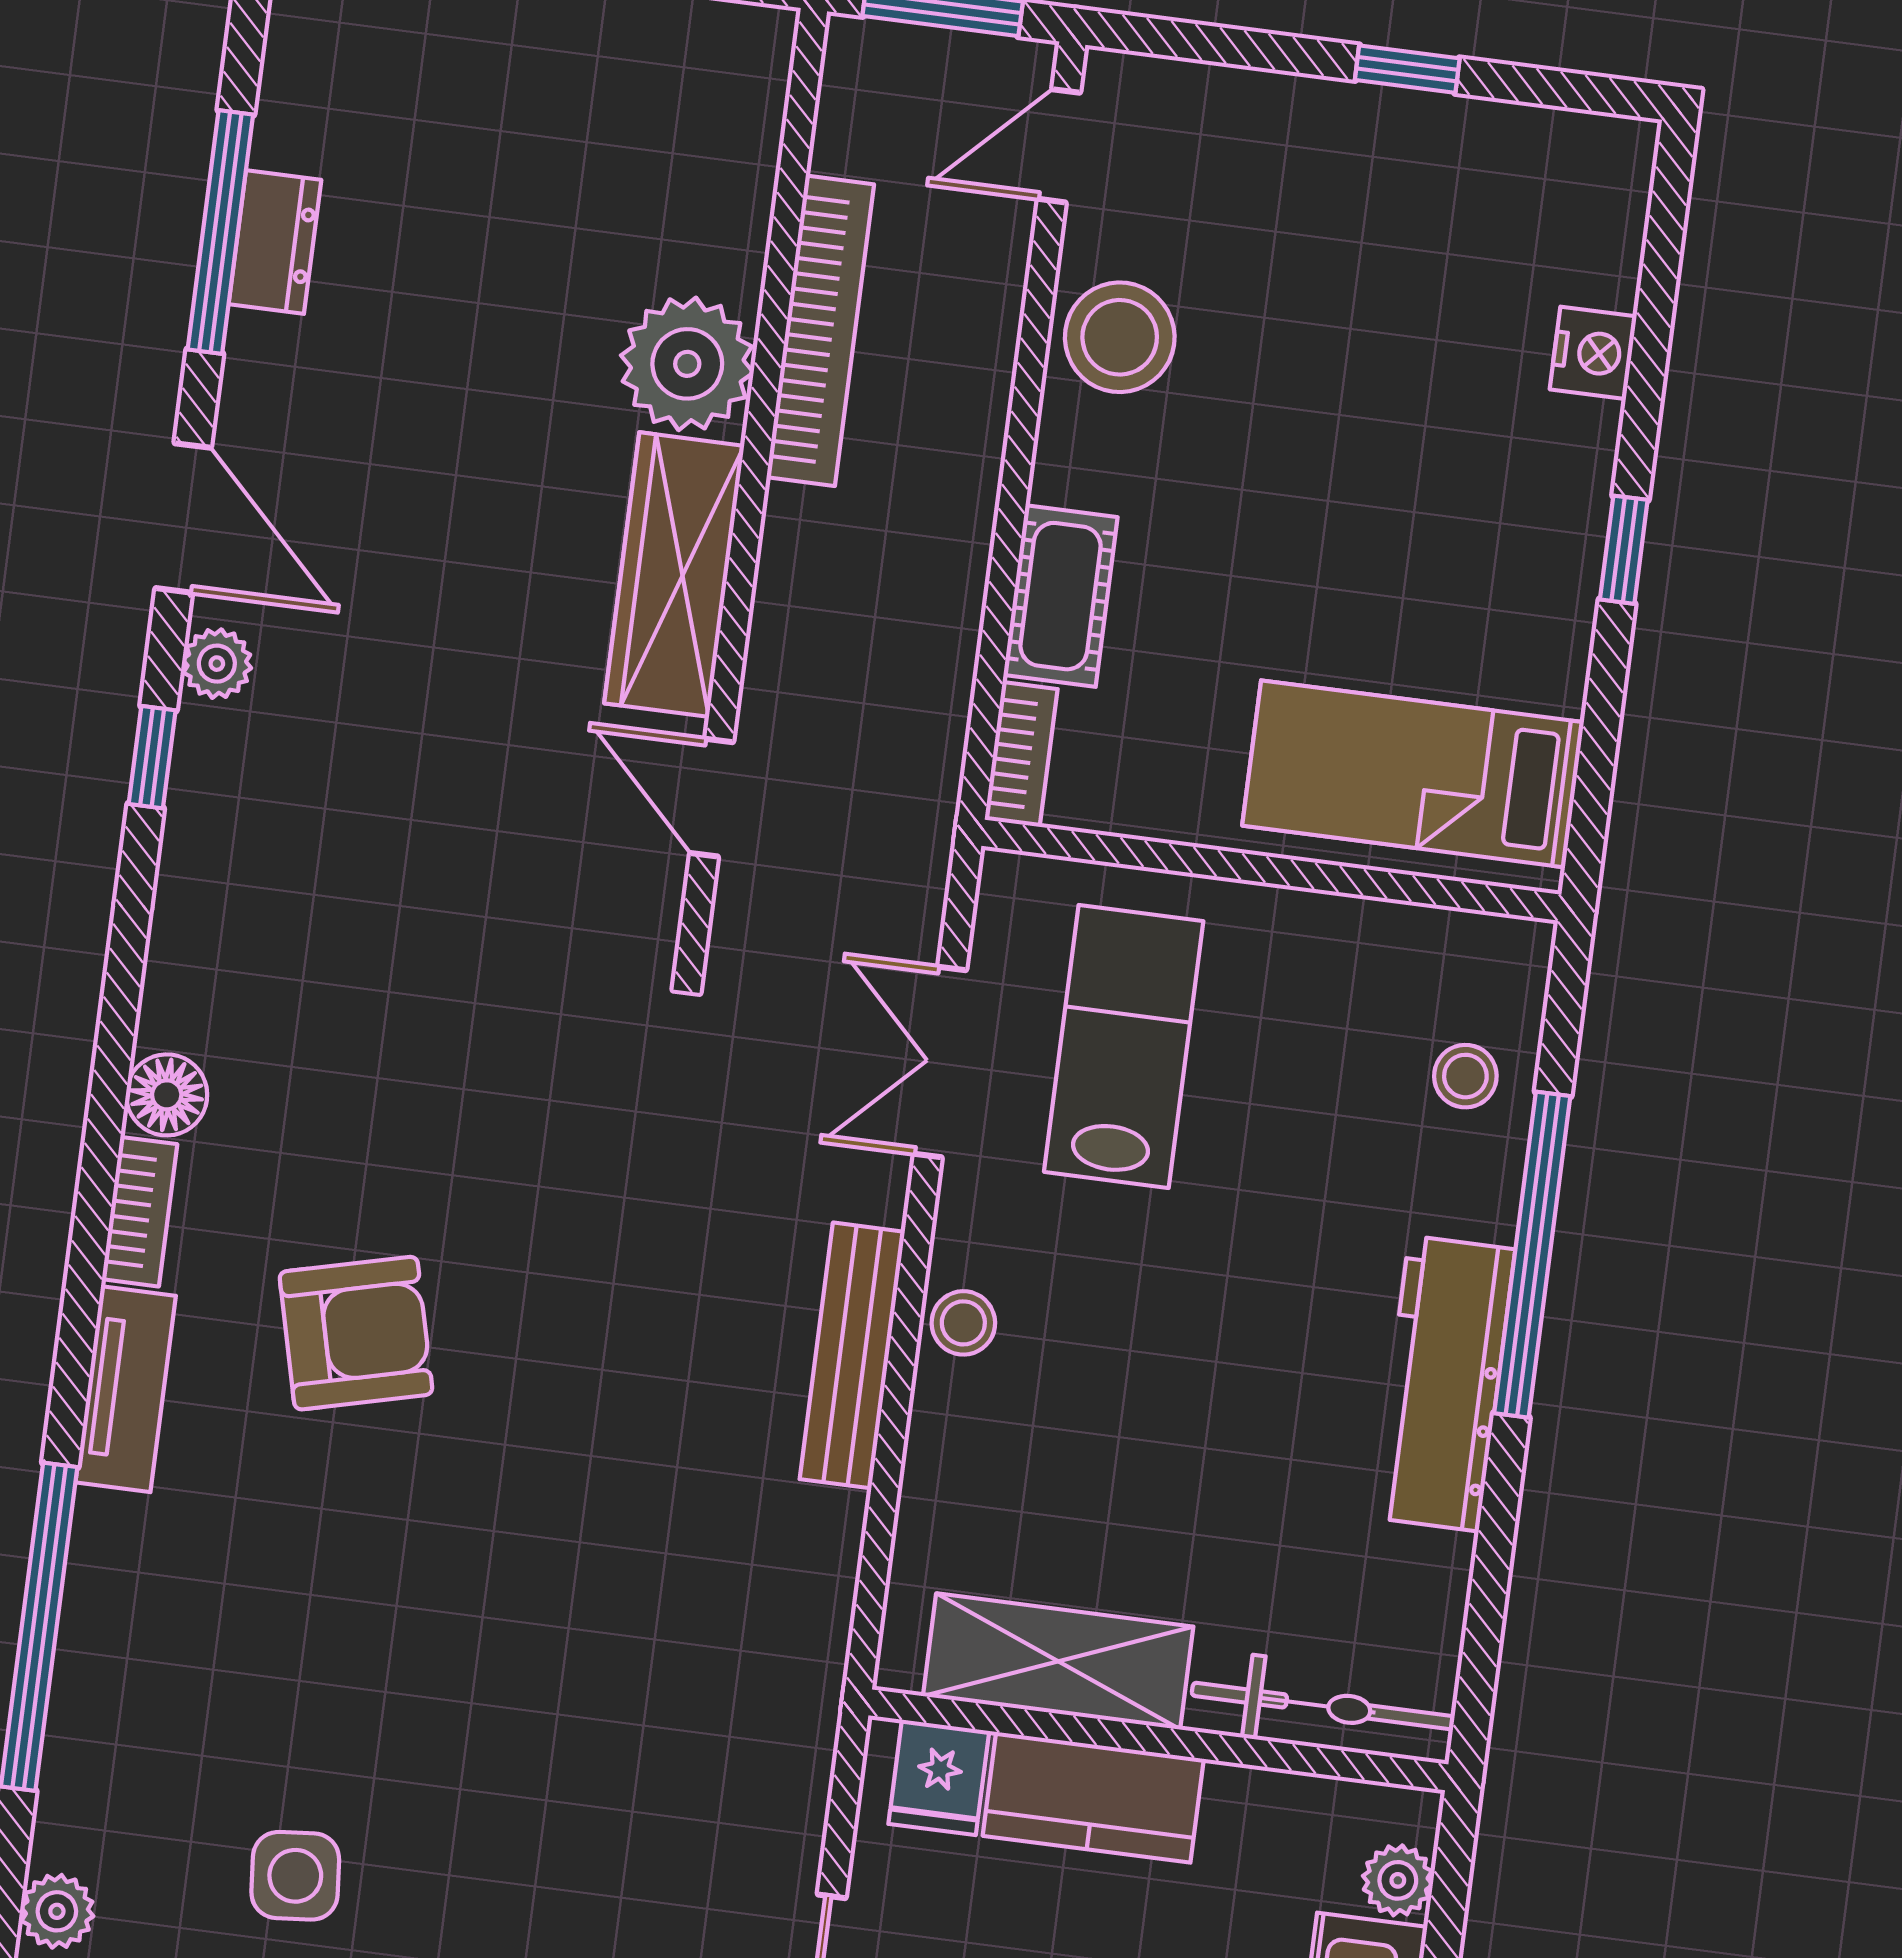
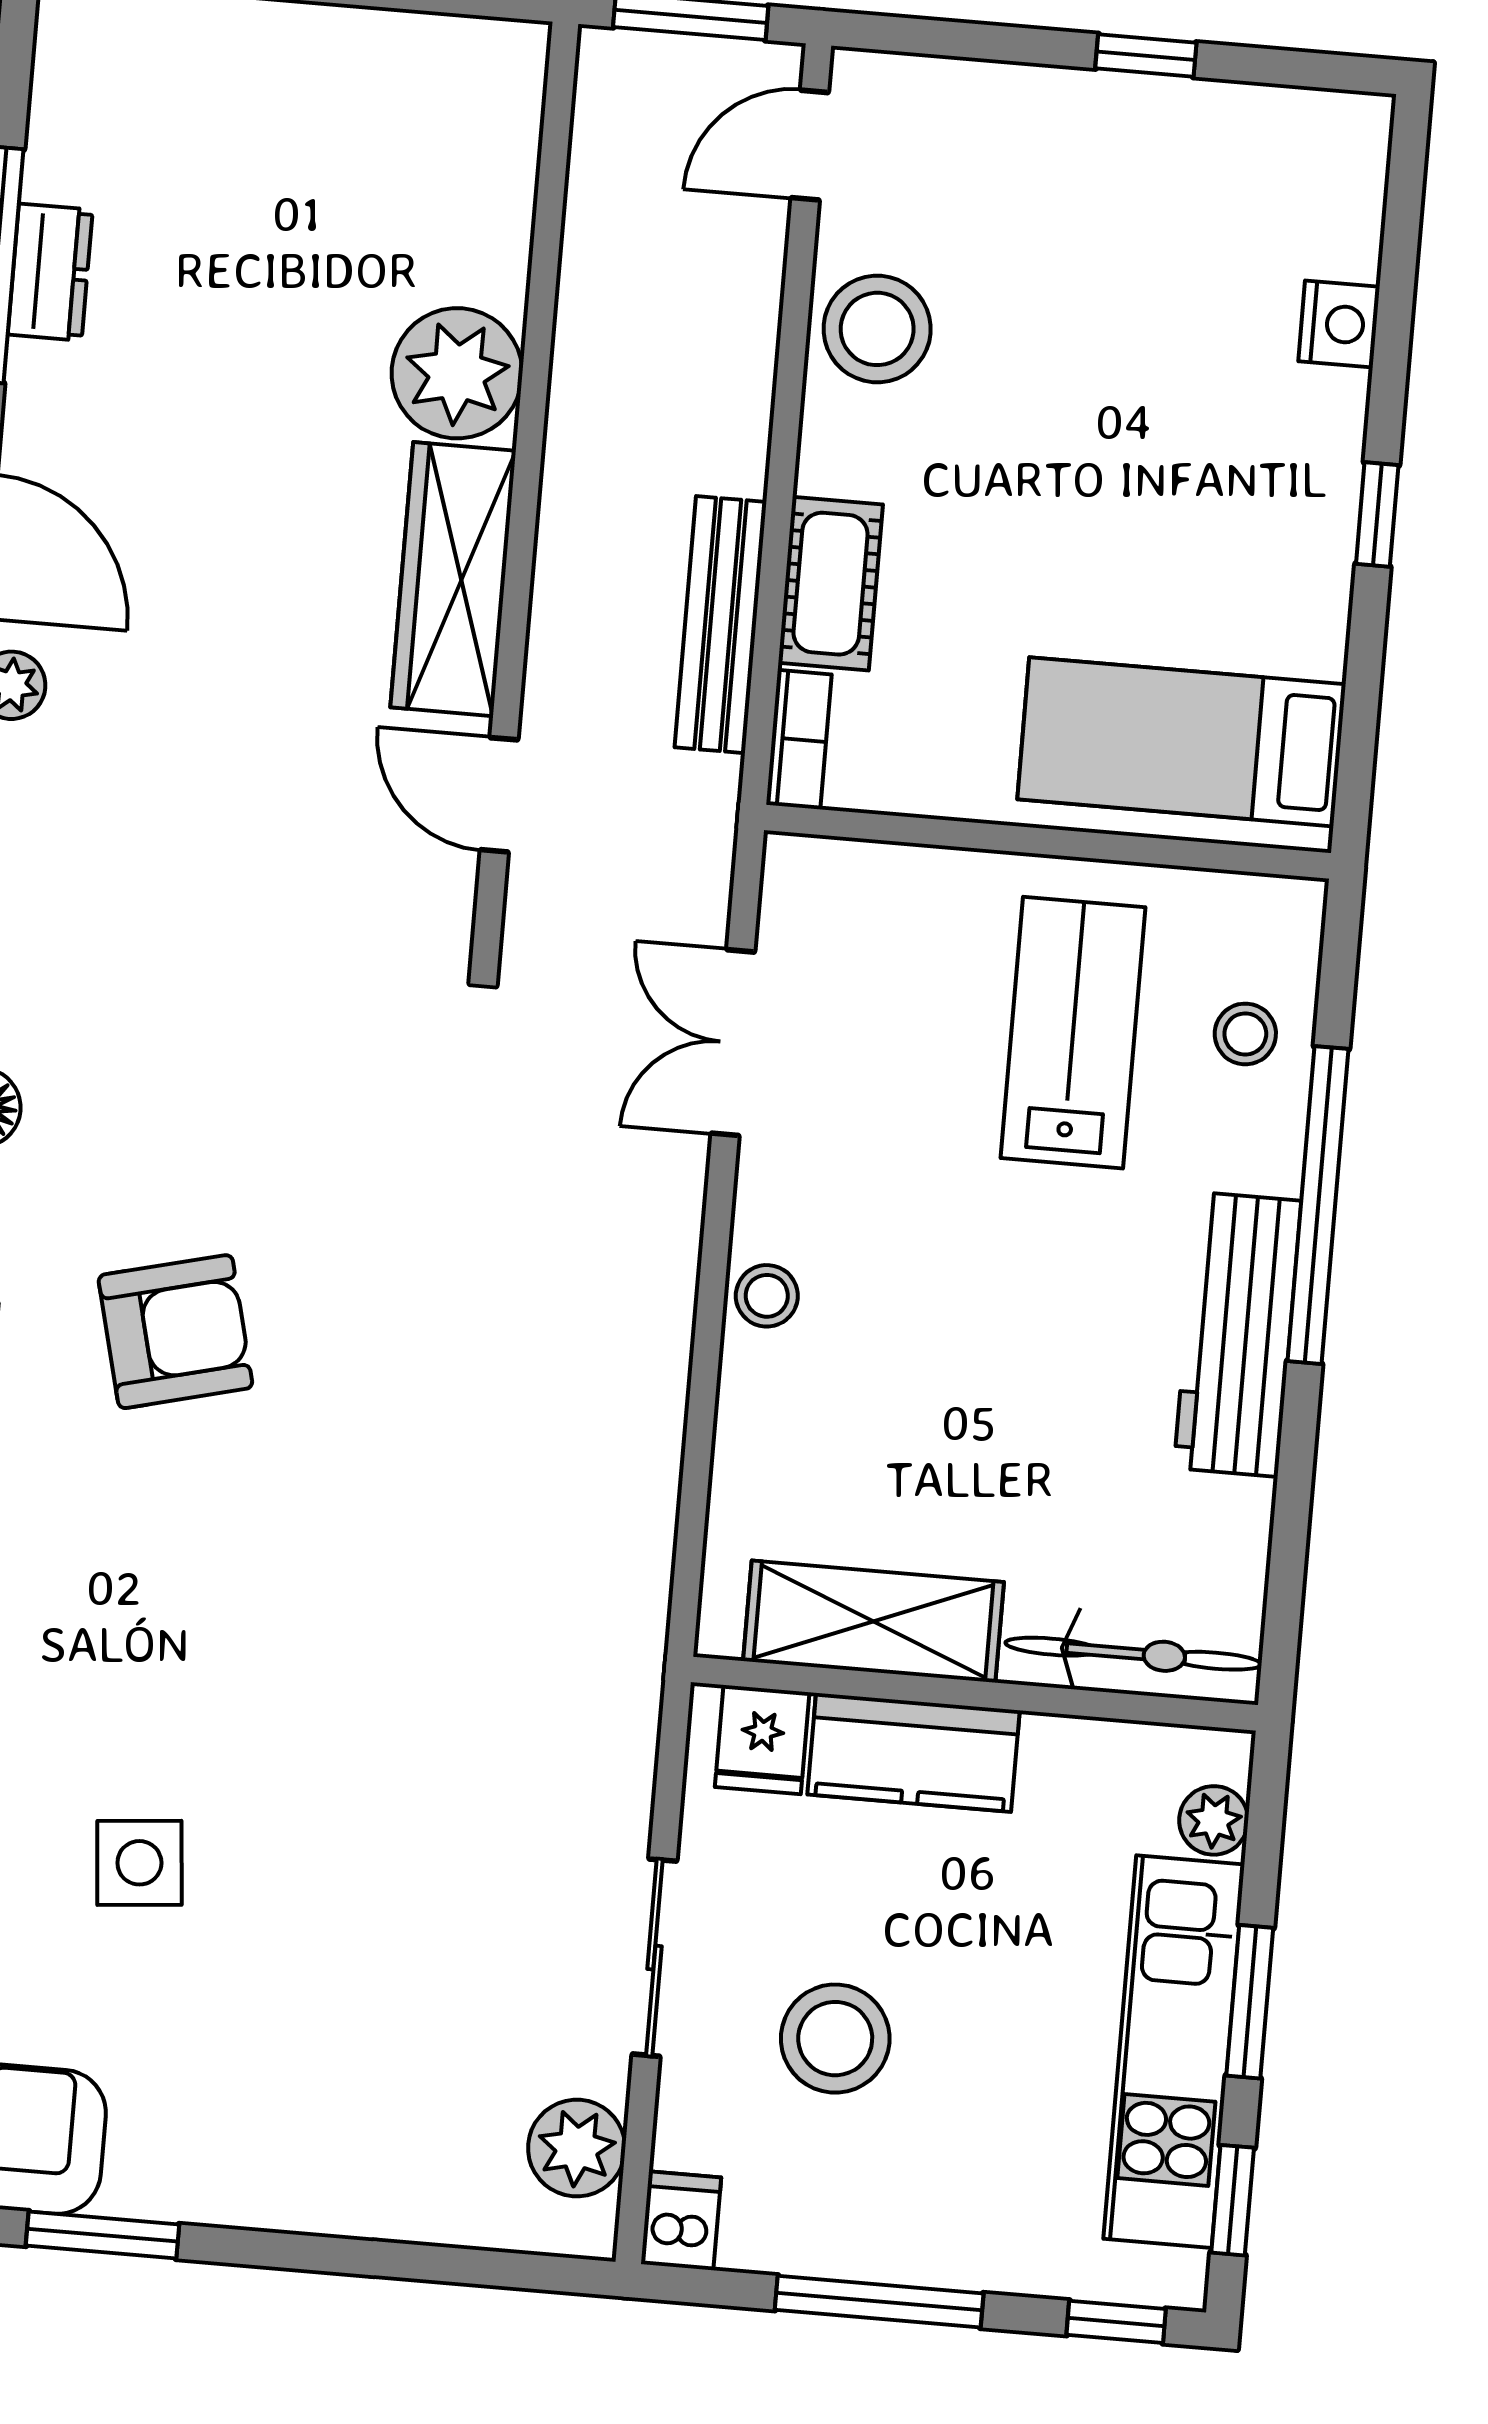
bookcase: (820, 331) -> (585, 335), removed
lab bench: (1124, 1046) -> (1073, 1033), moved
bench: (852, 1355) -> (720, 625), moved

